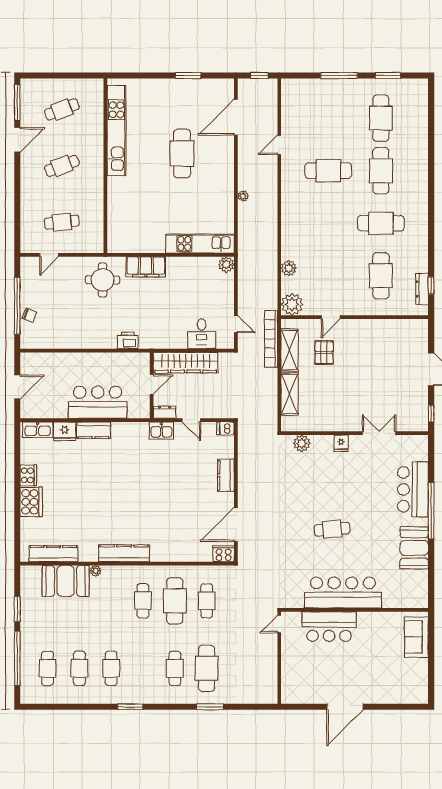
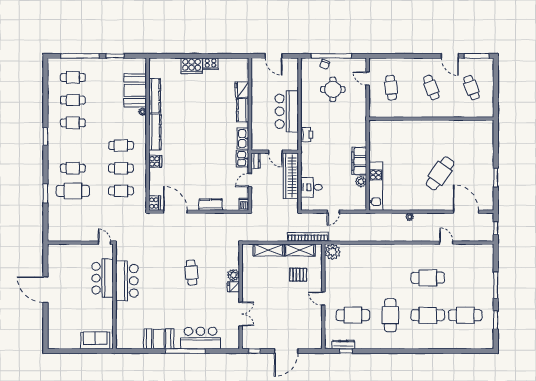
kitchen unit: (116, 131) -> (456, 127), removed
cafe table: (182, 153) -> (440, 173), turned -55
cafe table: (328, 171) -> (428, 278), turned 90
plant: (226, 264) -> (361, 182), moved
filing cabinet: (146, 267) -> (359, 161), moved
plant: (289, 268) -> (358, 249), removed
round table: (103, 280) -> (333, 89), moved
door: (331, 317) -> (323, 299), moved
door: (236, 324) -> (333, 212), moved
bar counter: (98, 402) -> (287, 111), moved, turned 180
kitchen sink: (38, 430) -> (243, 139), moved
plant: (302, 443) -> (233, 275), moved
cafe table: (332, 529) -> (192, 272), moved
cooker: (165, 553) -> (155, 161), added
kitchen counter: (53, 554) -> (155, 96), moved
bar counter: (343, 593) -> (127, 281), width x0.73
cafe table: (175, 601) -> (121, 168), width x0.73, depth x0.74

